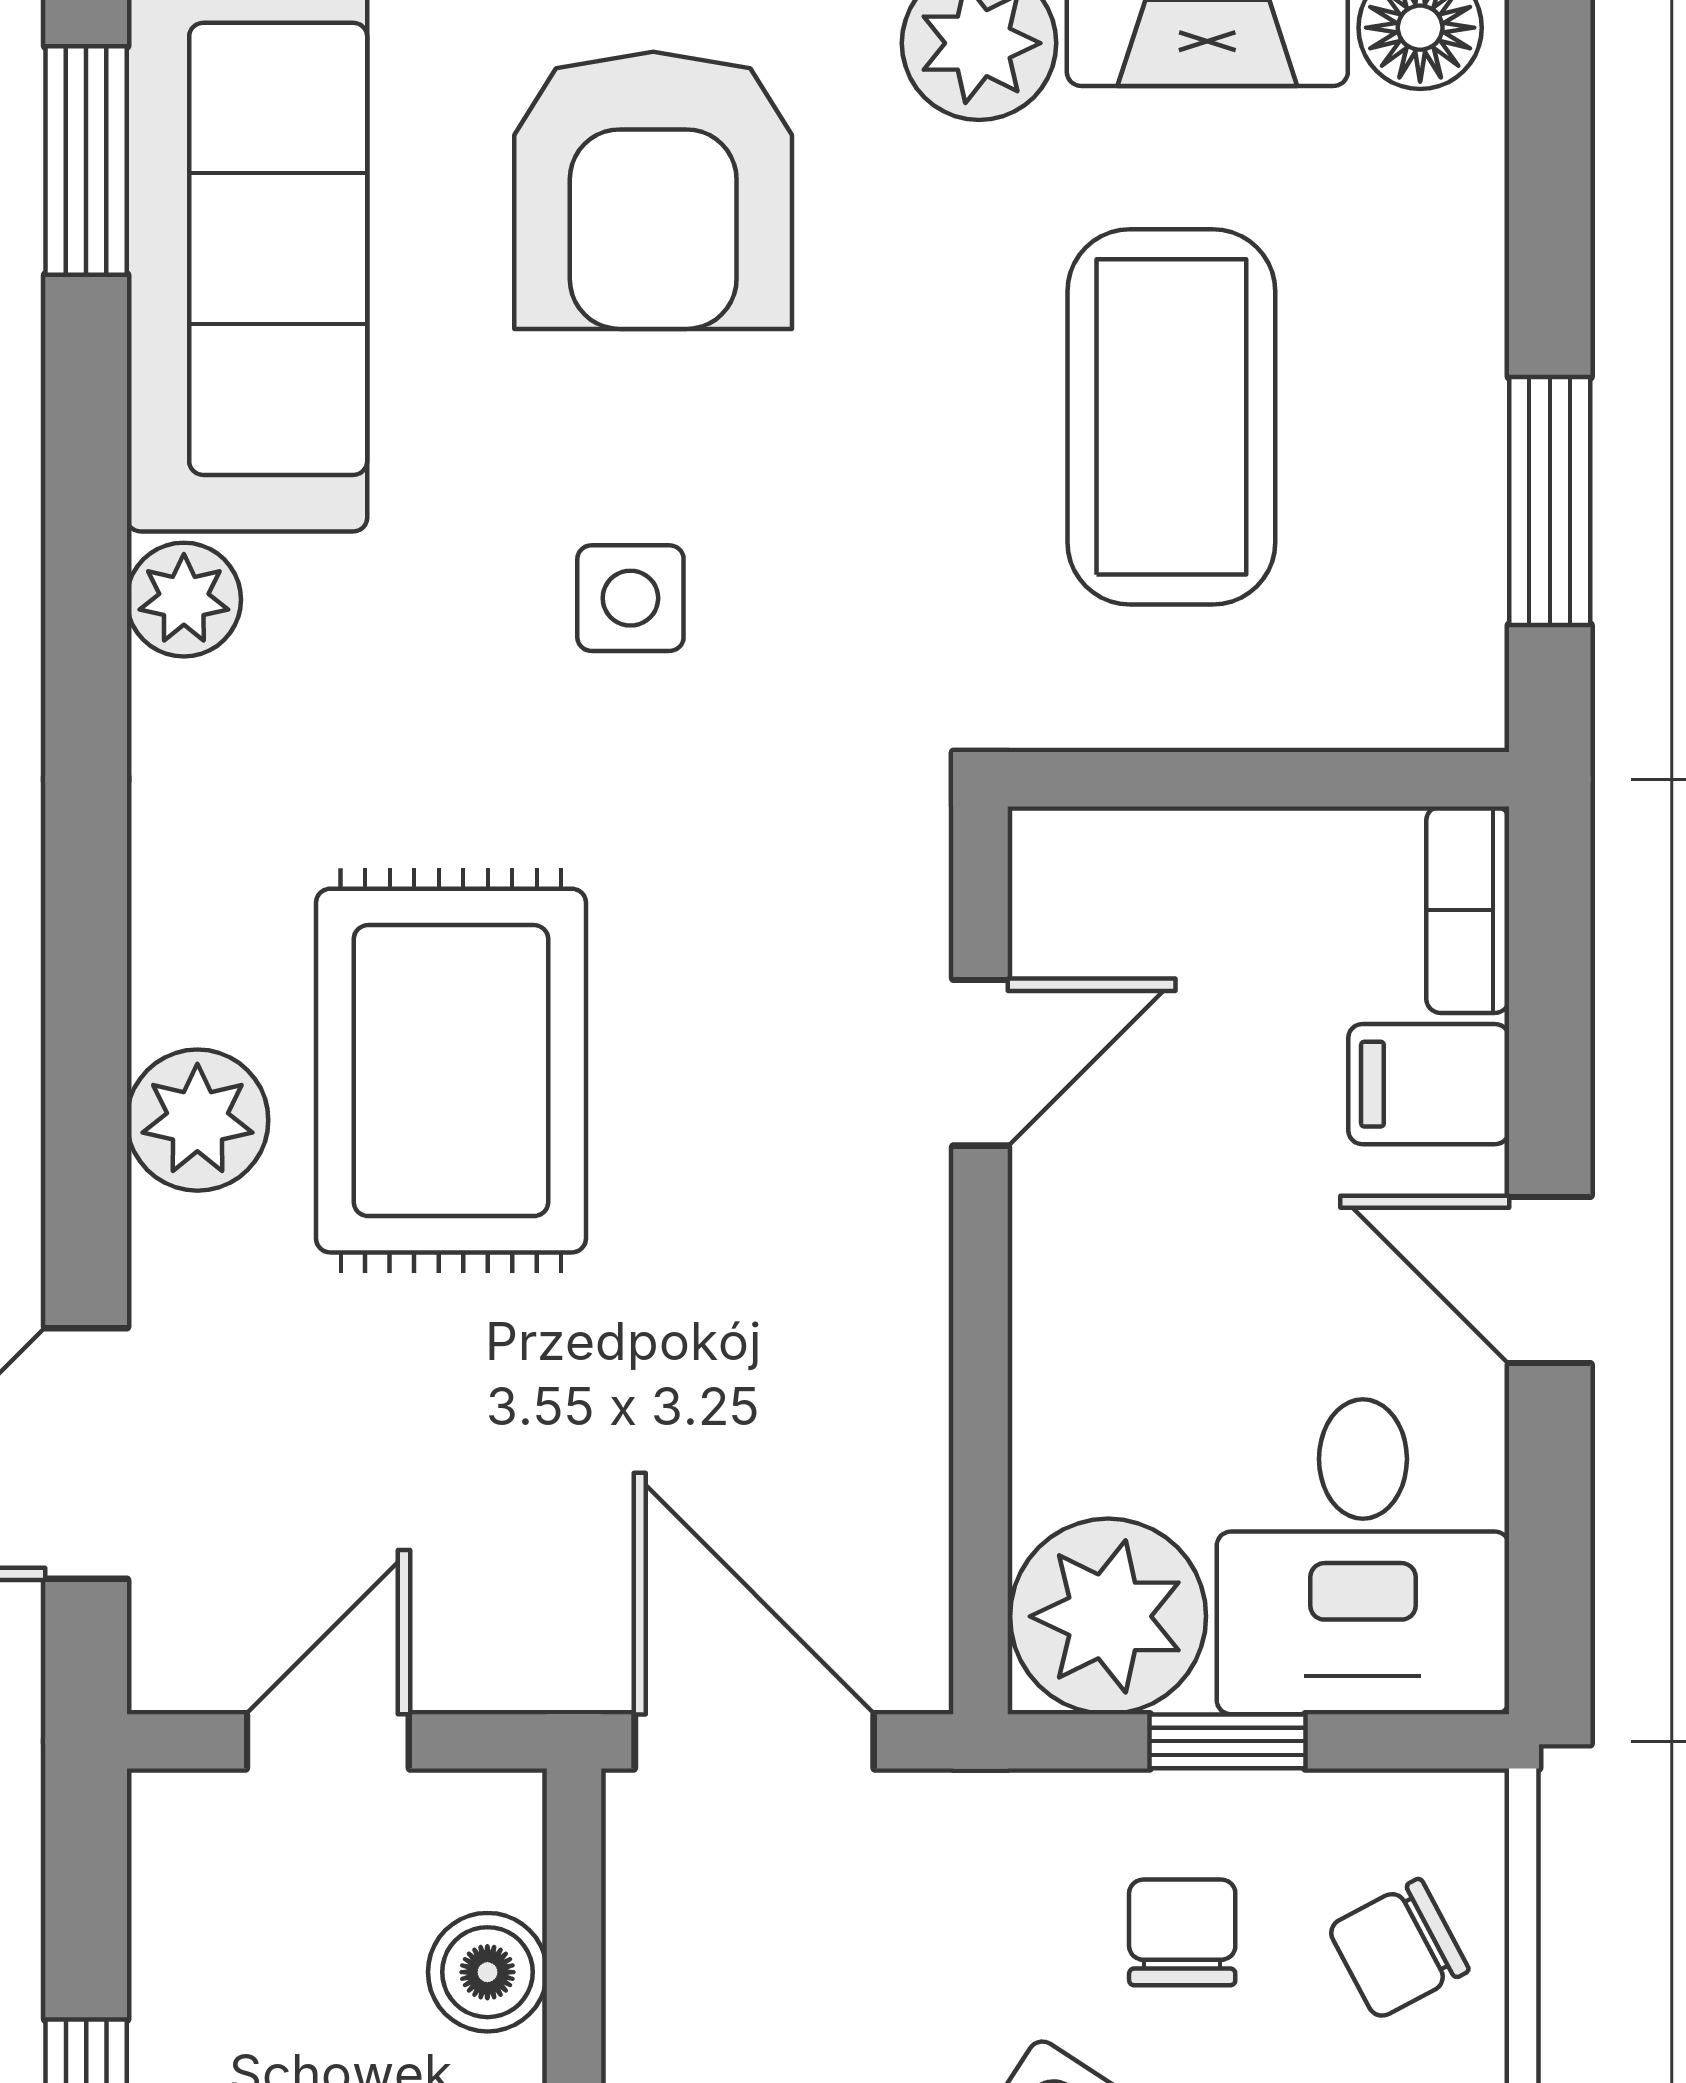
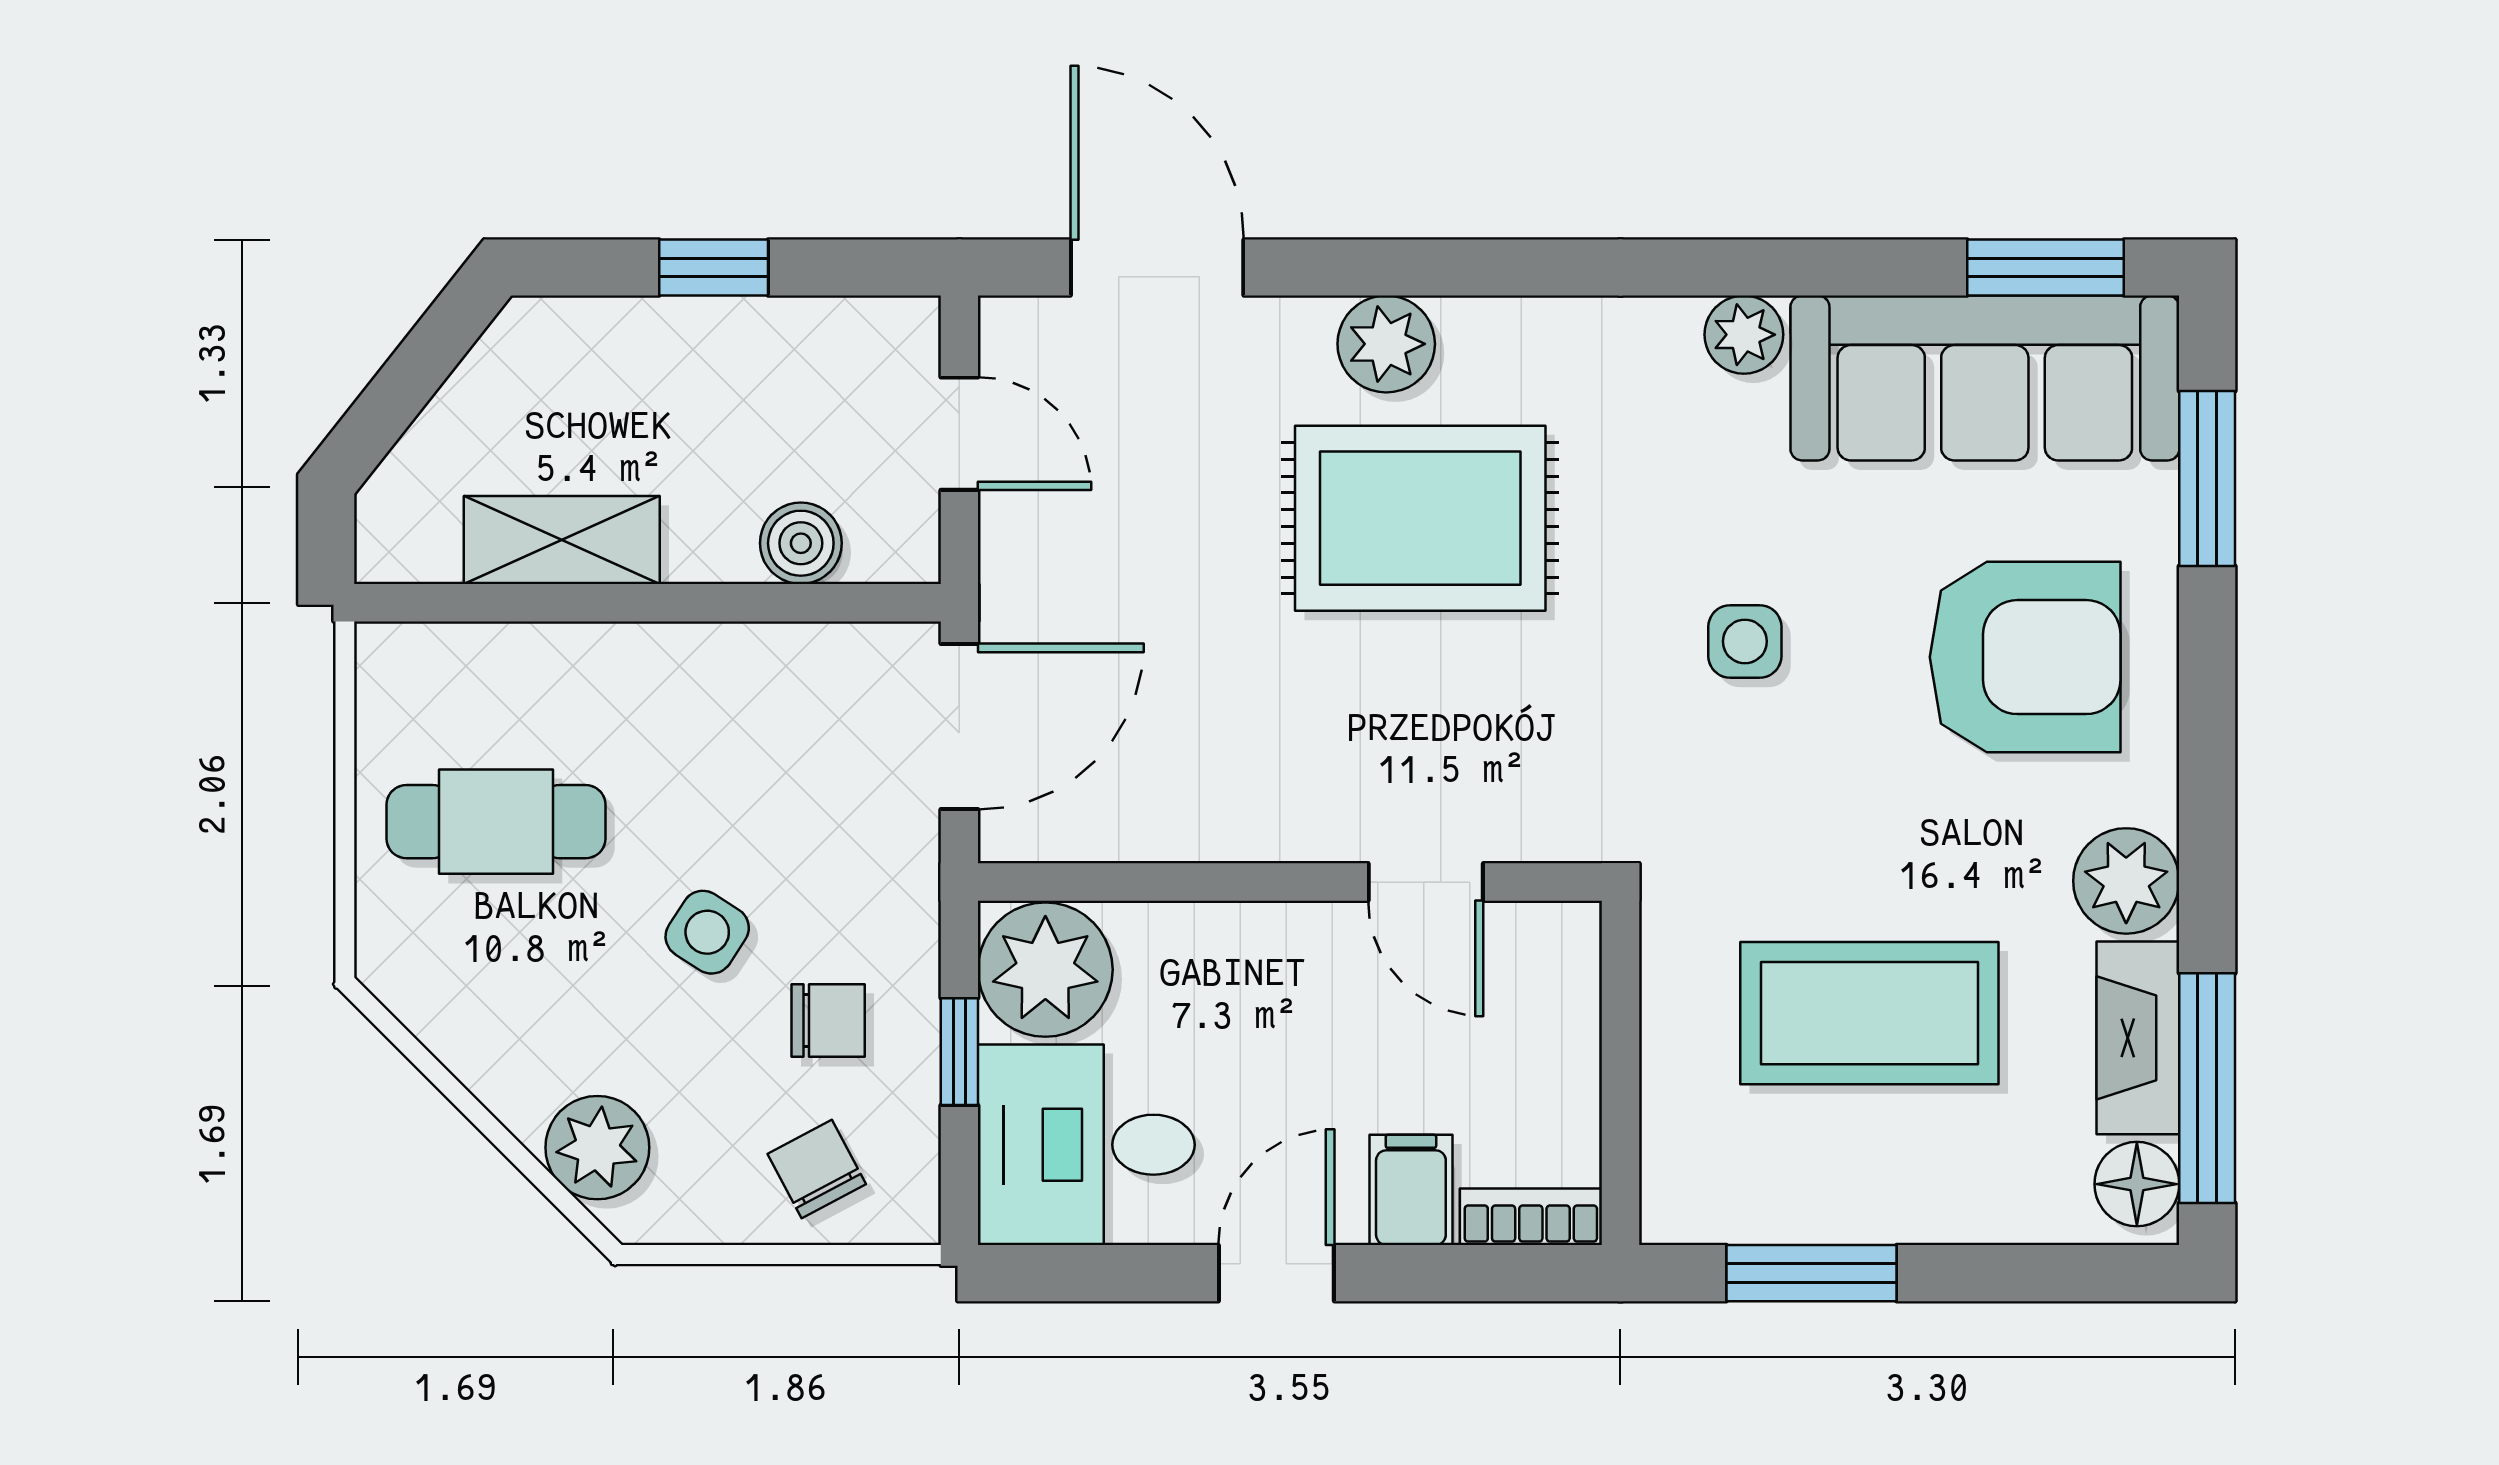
armchair: (653, 190) -> (2025, 657), turned 180

